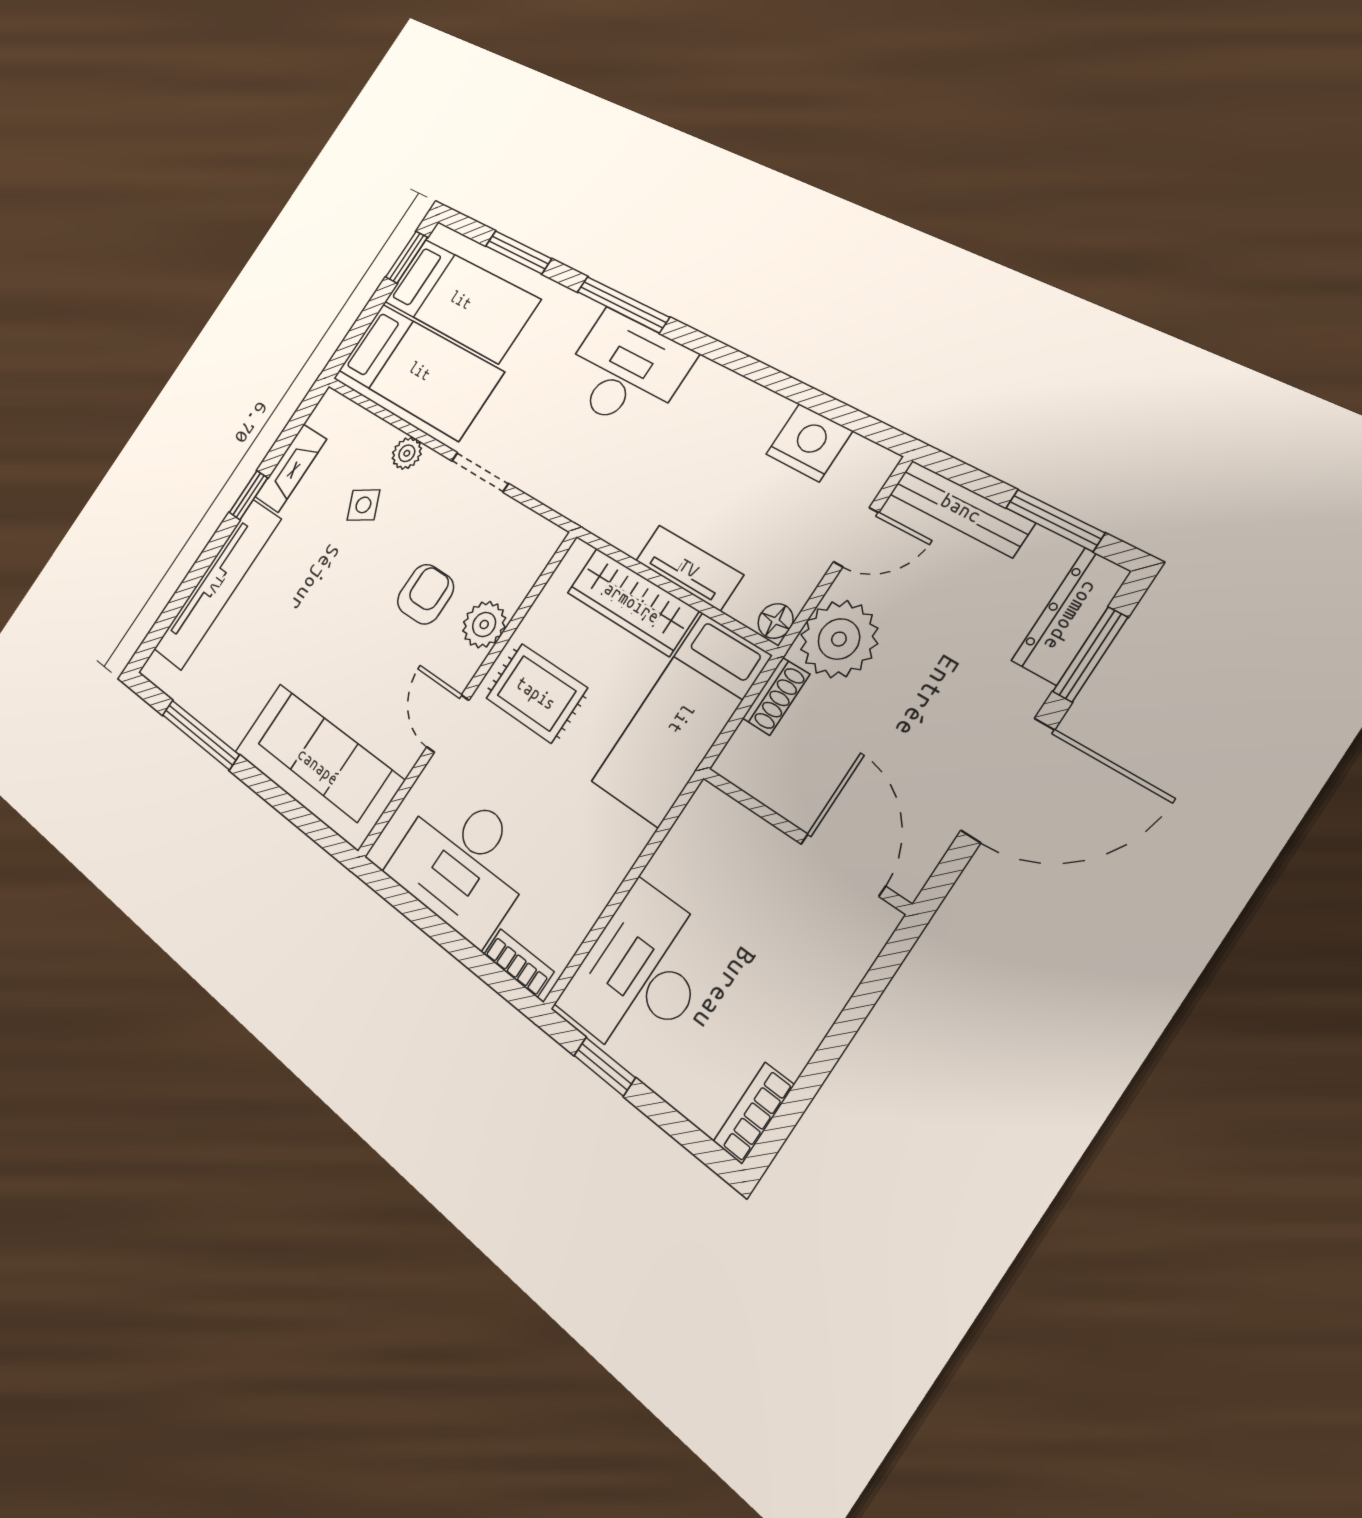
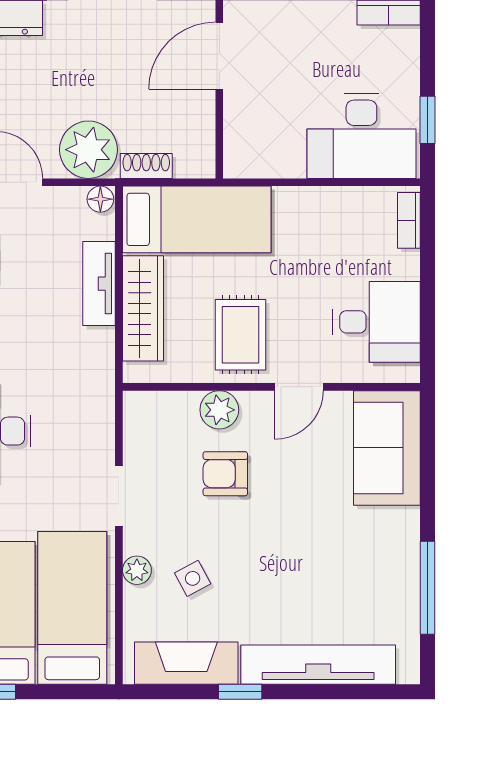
fireplace: (291, 468) -> (186, 663), width x1.37, depth x1.32
sofa: (318, 766) -> (387, 448), width x0.73
desk: (463, 862) -> (376, 322), width x0.73

